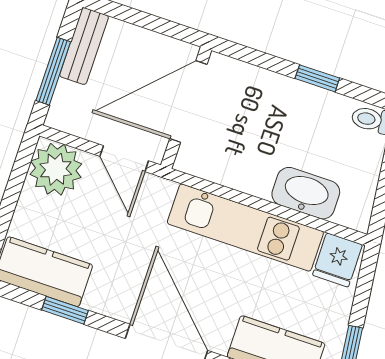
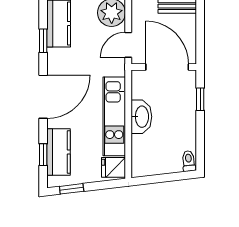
window: (317, 78) -> (200, 99), moved
washbasin: (306, 193) -> (141, 117), moved

